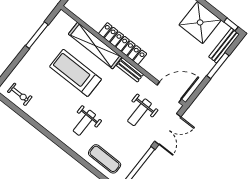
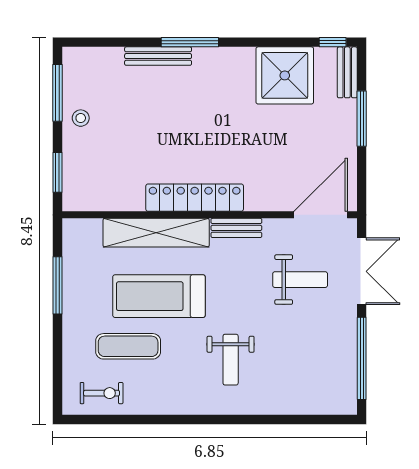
bench: (224, 46) -> (347, 72), width x0.73
weight bench: (139, 112) -> (300, 280), turned -90
exercise mat: (105, 159) -> (128, 346), moved

